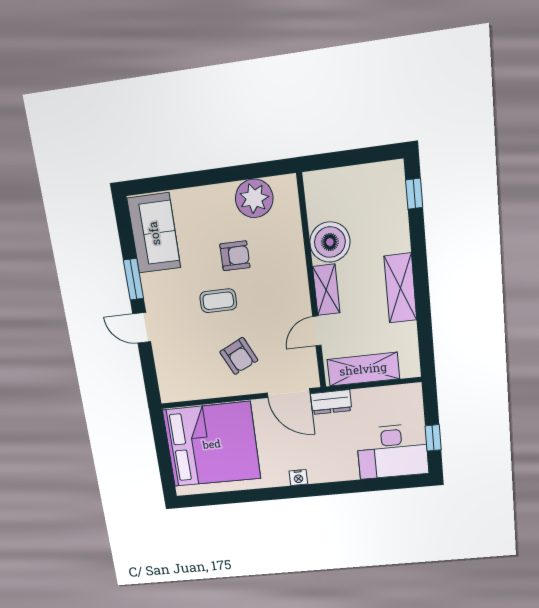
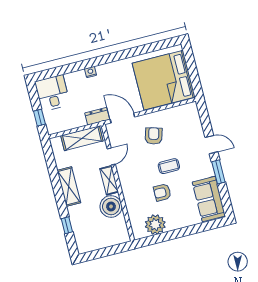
window: (414, 194) -> (67, 225), moved
armchair: (239, 356) -> (154, 136), turned 42
window: (433, 438) -> (39, 118), moved
desk: (392, 451) -> (52, 93), width x0.73
nightstand: (298, 478) -> (91, 72), moved

